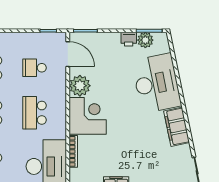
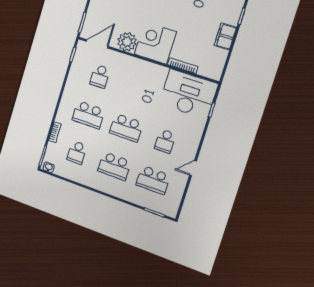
school desk: (35, 113) -> (138, 89), removed

